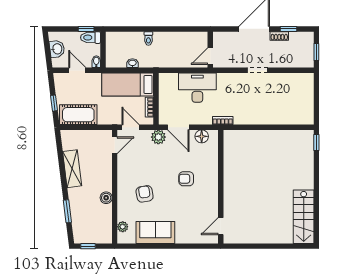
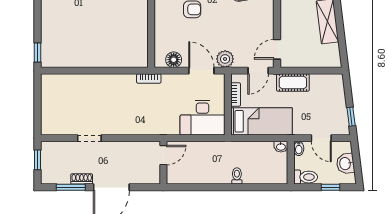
window: (86, 29) -> (331, 187), moved
window: (288, 29) -> (71, 187), width x1.50
washbasin: (132, 63) -> (281, 147), moved
doorway: (258, 70) -> (89, 138), moved
desk: (197, 88) -> (203, 118), moved
window: (54, 103) -> (351, 117), moved
cot: (78, 115) -> (293, 83), moved, width x0.73, depth x0.75
door: (131, 127) -> (258, 71), hinge flipped

